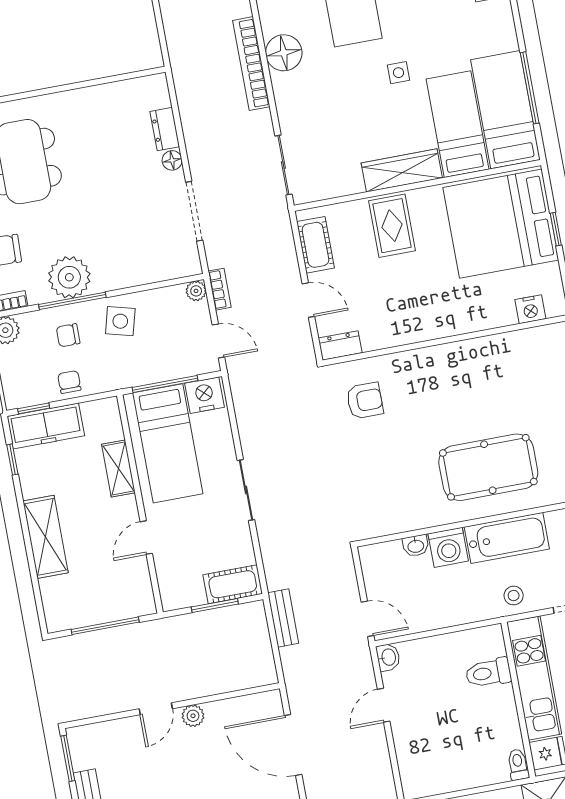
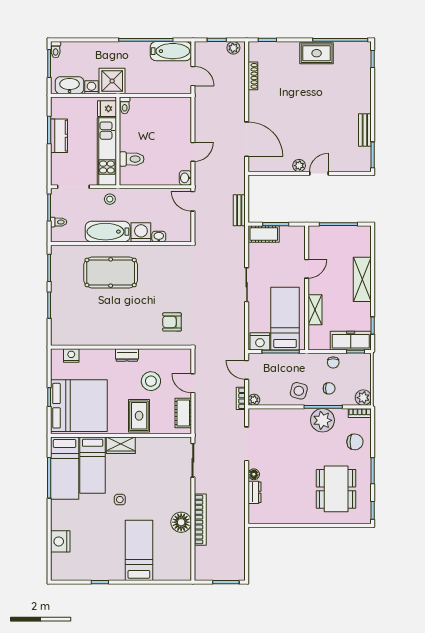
wardrobe: (402, 170) -> (121, 445), width x0.67
stool: (382, 290) -> (151, 381), added
dresser: (340, 345) -> (127, 355), moved

